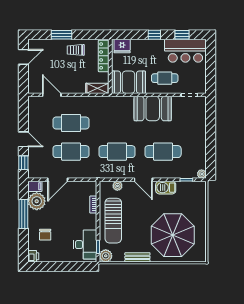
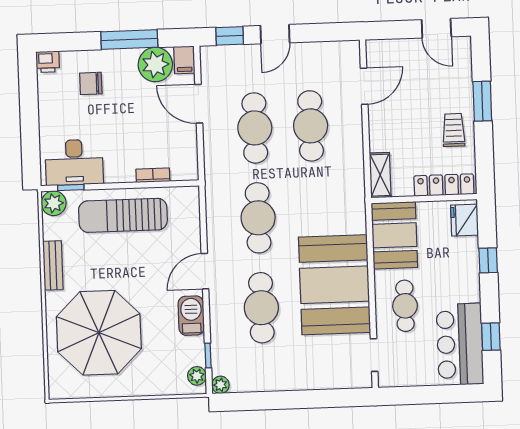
window: (154, 35) -> (488, 260), moved
booth: (153, 109) -> (334, 285), width x1.36, depth x1.42
plant: (117, 186) -> (197, 376), moved

